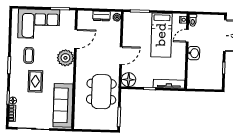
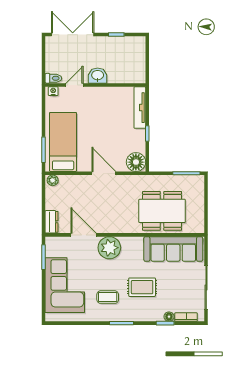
dresser: (102, 16) -> (52, 222), moved
bed: (161, 35) -> (63, 142), moved, turned -90
door: (187, 36) -> (74, 85), swing flipped
dining table: (101, 92) -> (162, 211), moved

